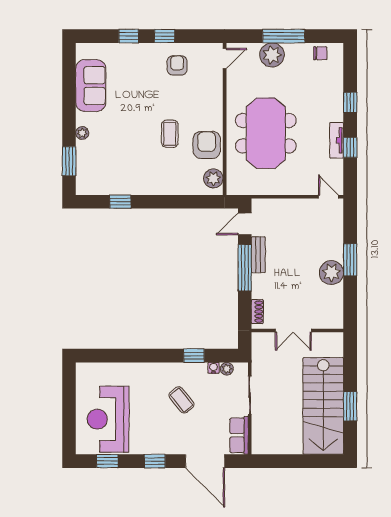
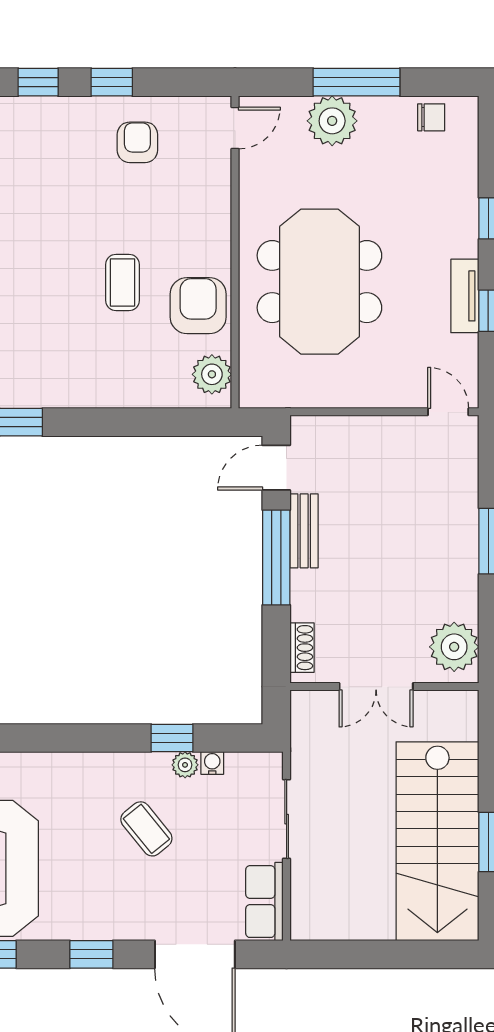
plant: (331, 273) -> (454, 647), moved
plant: (227, 369) -> (185, 765), moved

